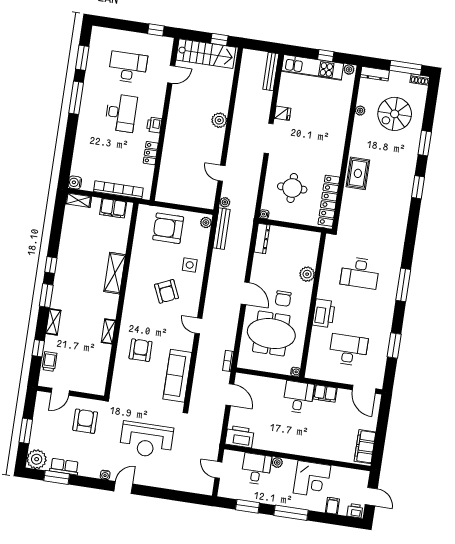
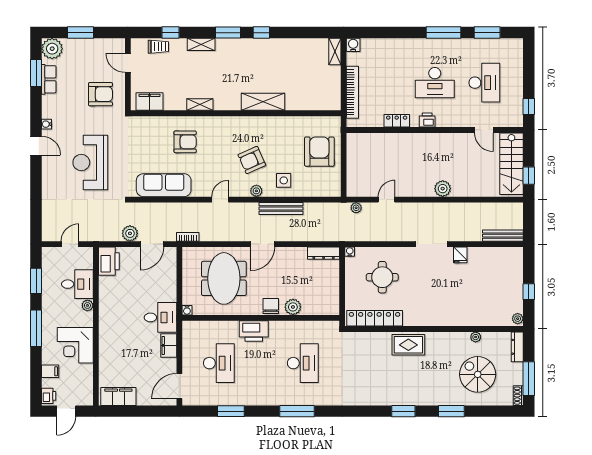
kitchen unit: (313, 67) -> (514, 279), removed
filing cabinet: (113, 208) -> (150, 102), moved, turned 90
plant: (206, 223) -> (256, 191), moved
bench: (222, 229) -> (281, 208), moved
desk: (360, 273) -> (303, 363), turned 180
chair: (283, 299) -> (271, 306), moved, turned 90
plant: (217, 413) -> (130, 233), added

